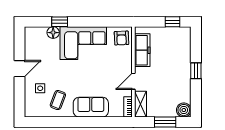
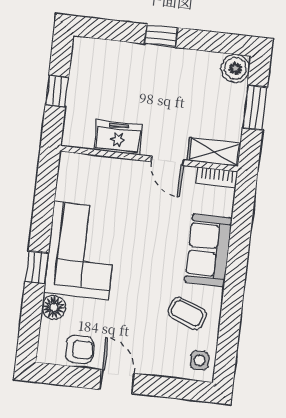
window: (60, 22) -> (37, 267), moved
window: (172, 22) -> (57, 91), moved
armchair: (121, 38) -> (79, 349), moved
freezer: (142, 50) -> (118, 137), width x0.71
side table: (40, 88) -> (200, 360), moved

